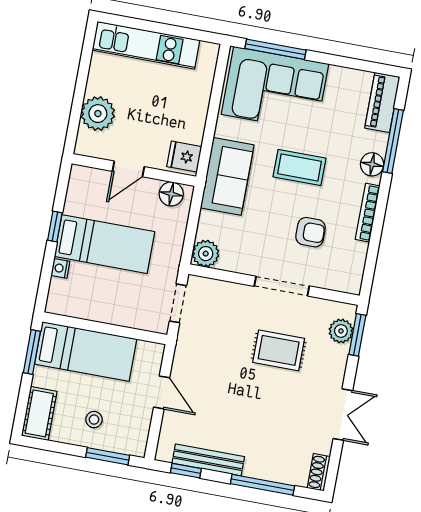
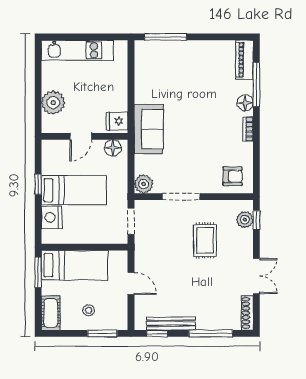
corner sofa: (275, 89) -> (170, 64), removed
coffee table: (299, 167) -> (196, 114), removed
bookcase: (368, 213) -> (248, 129), width x0.64
armchair: (310, 232) -> (233, 176), moved
nightstand: (60, 268) -> (52, 217), width x1.89, depth x1.79
doorway: (282, 286) -> (181, 197), moved
window: (357, 335) -> (256, 220), width x0.67
rug: (279, 350) -> (205, 240), turned 90
shoe rack: (319, 472) -> (247, 313), width x1.43

